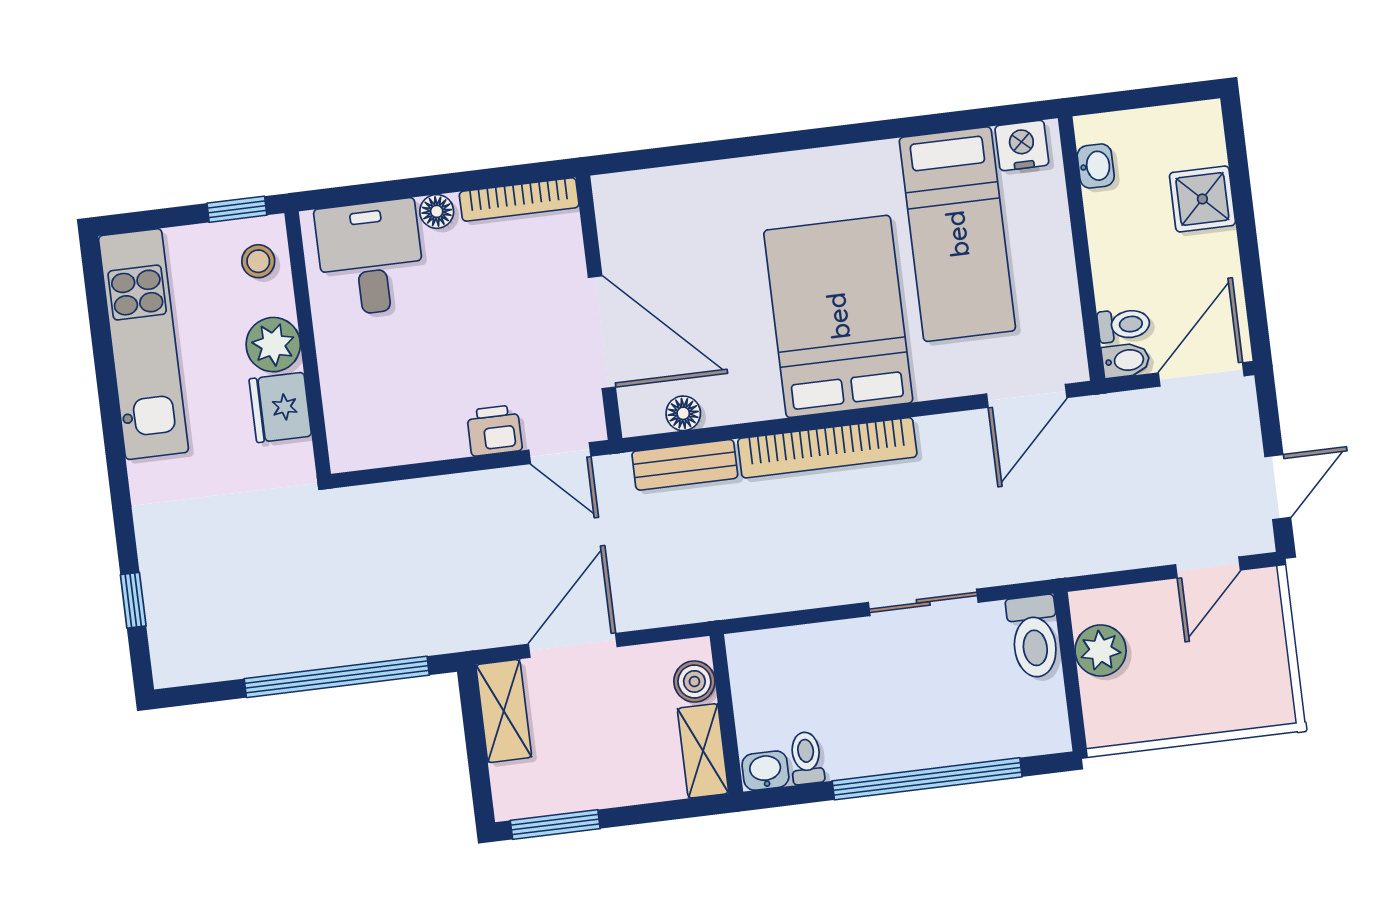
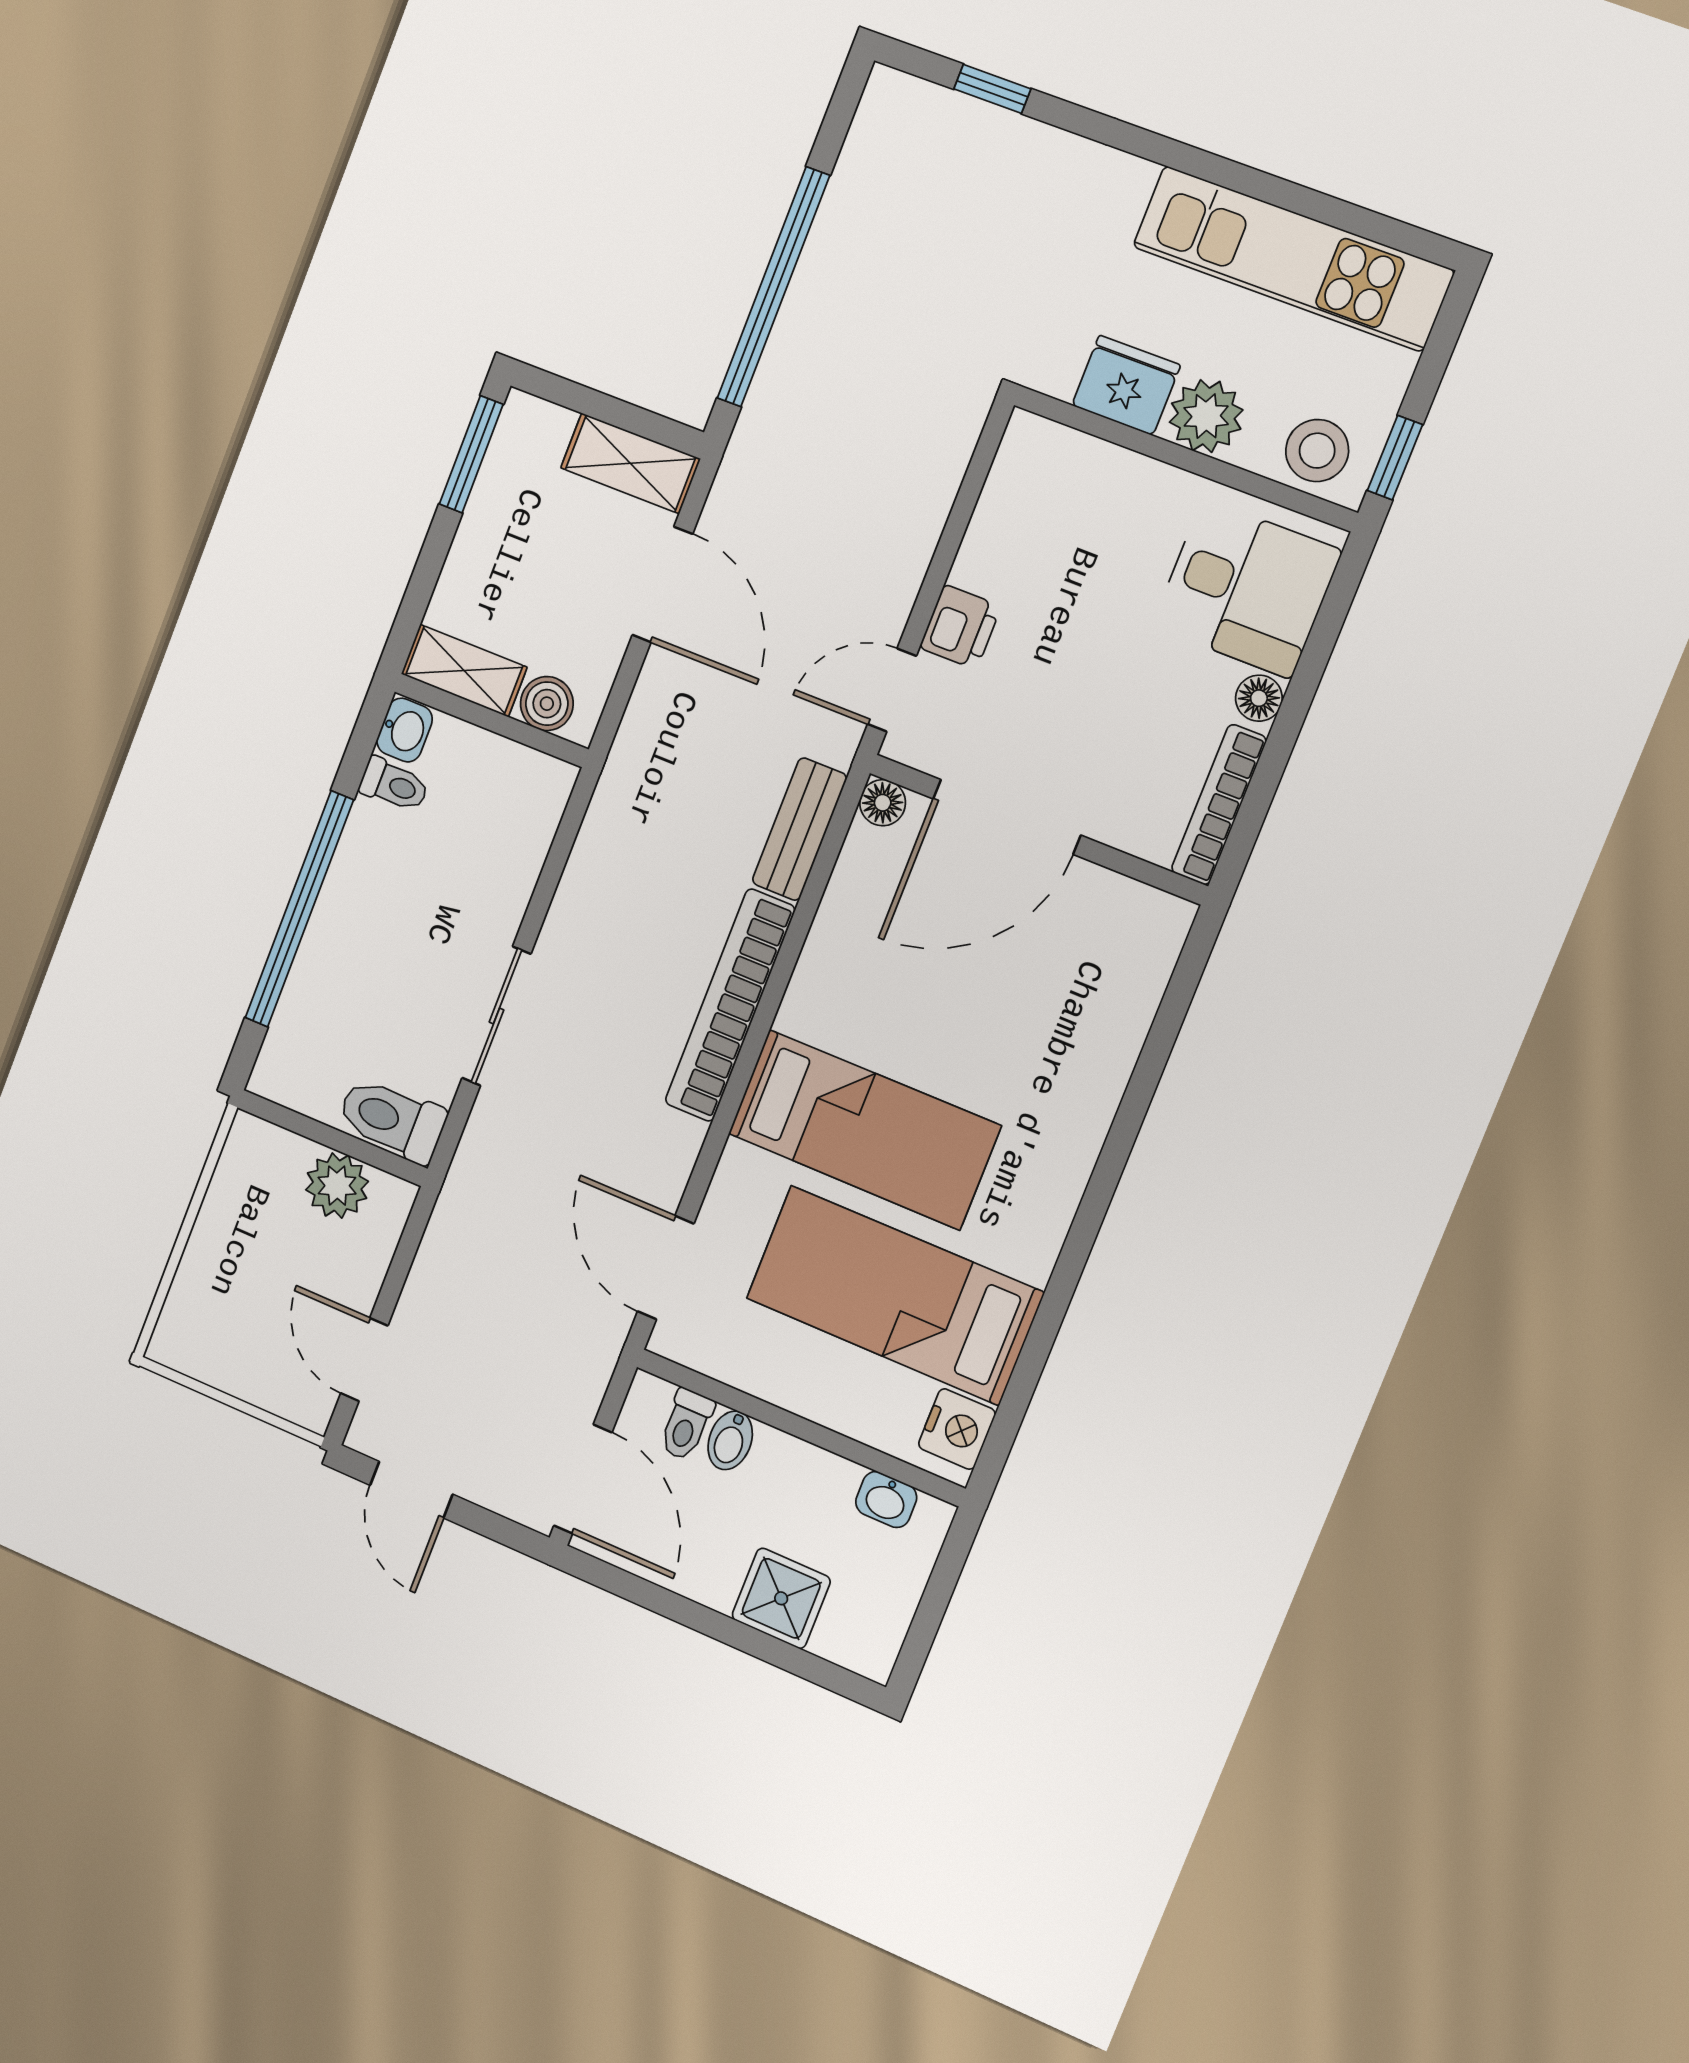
stool: (258, 261) -> (1317, 451), width x1.37, depth x1.37
bed: (838, 316) -> (864, 1130), width x0.67
bidet: (1126, 360) -> (730, 1440), moved
floor lamp: (683, 413) -> (883, 803), moved

